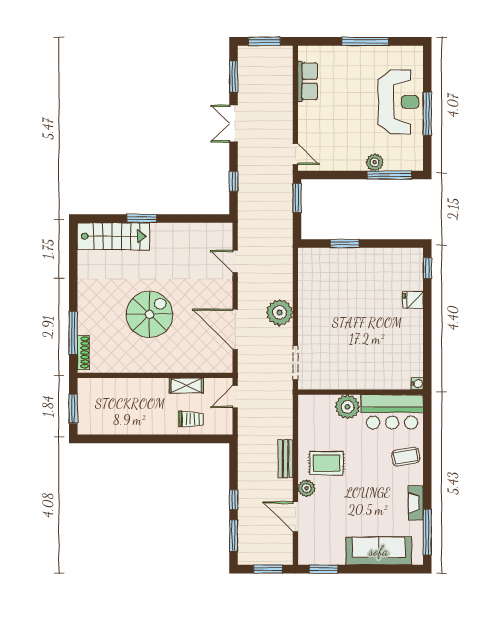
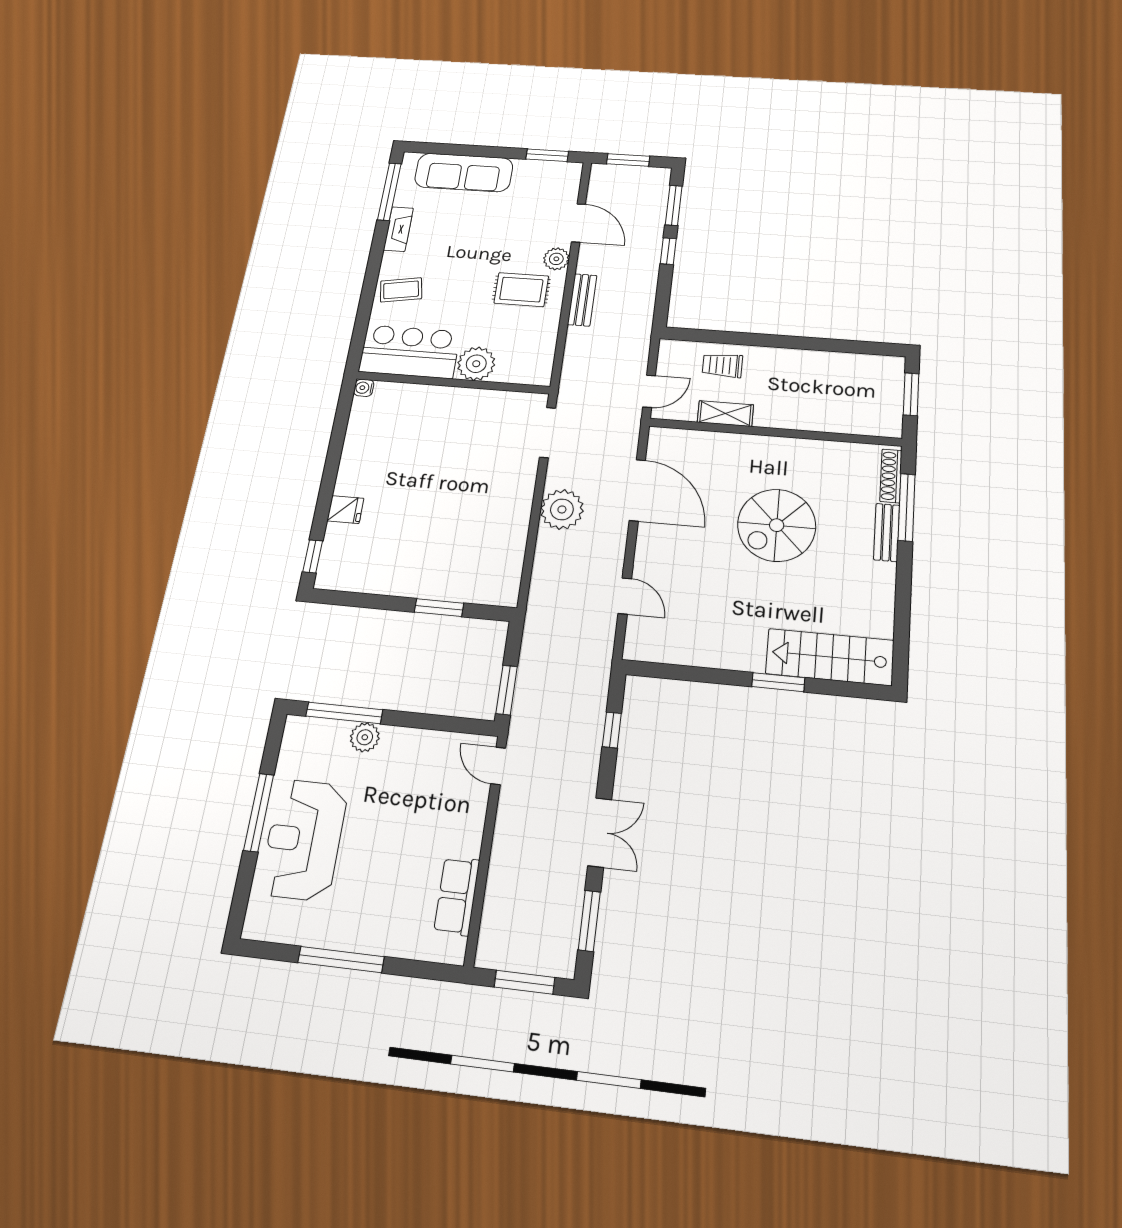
bench: (84, 316) -> (887, 532), added

